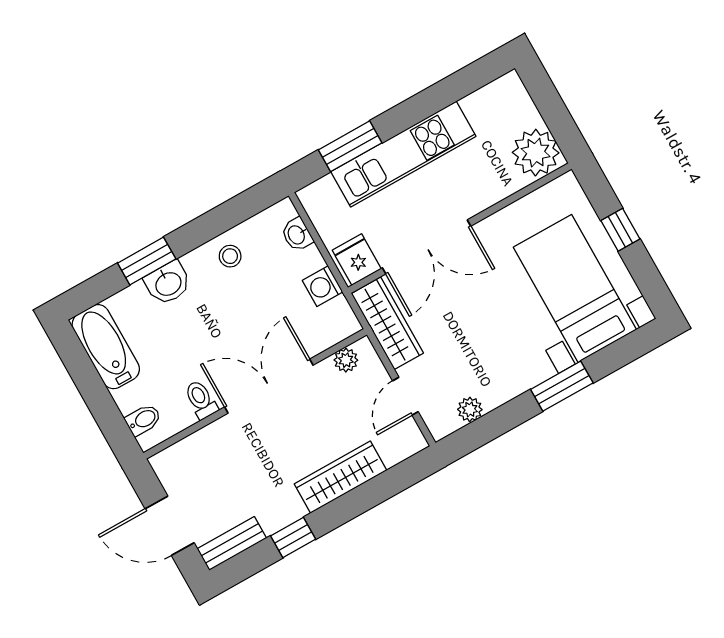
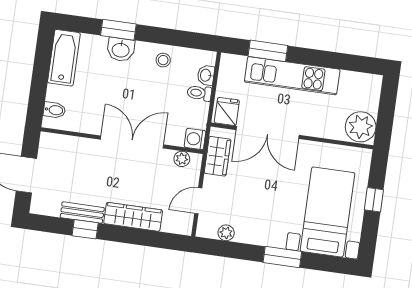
washing machine: (323, 286) -> (195, 139), moved
wardrobe: (387, 323) -> (218, 156), width x0.67
toilet: (201, 400) -> (199, 93), moved, turned -90
bench: (232, 543) -> (82, 213), moved

